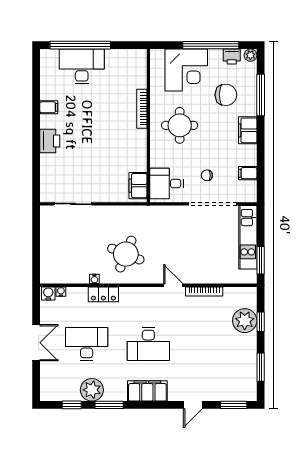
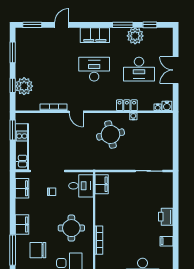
filing cabinet: (248, 173) -> (22, 188), width x2.00
round table: (126, 254) -> (111, 135), turned -34

